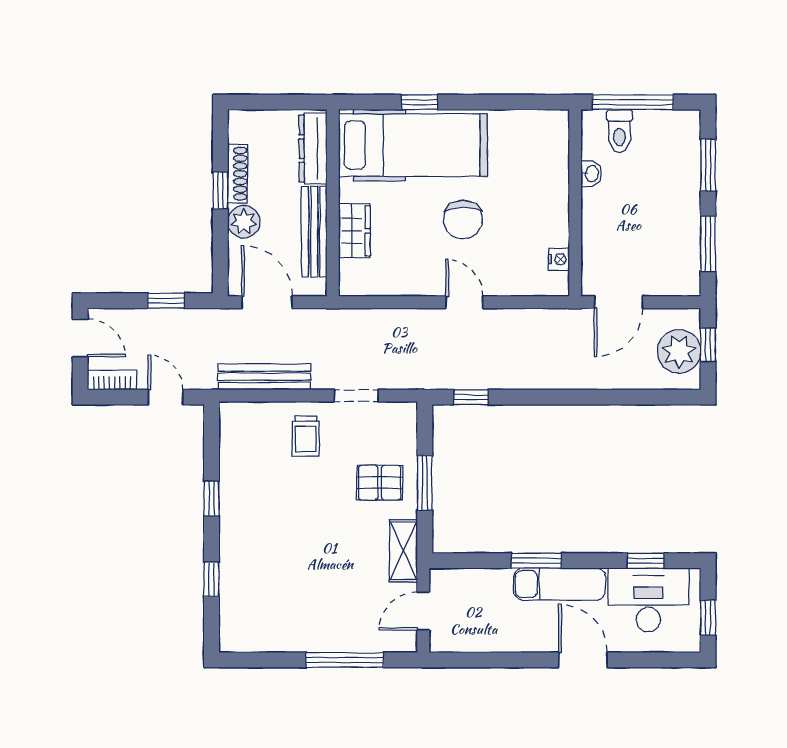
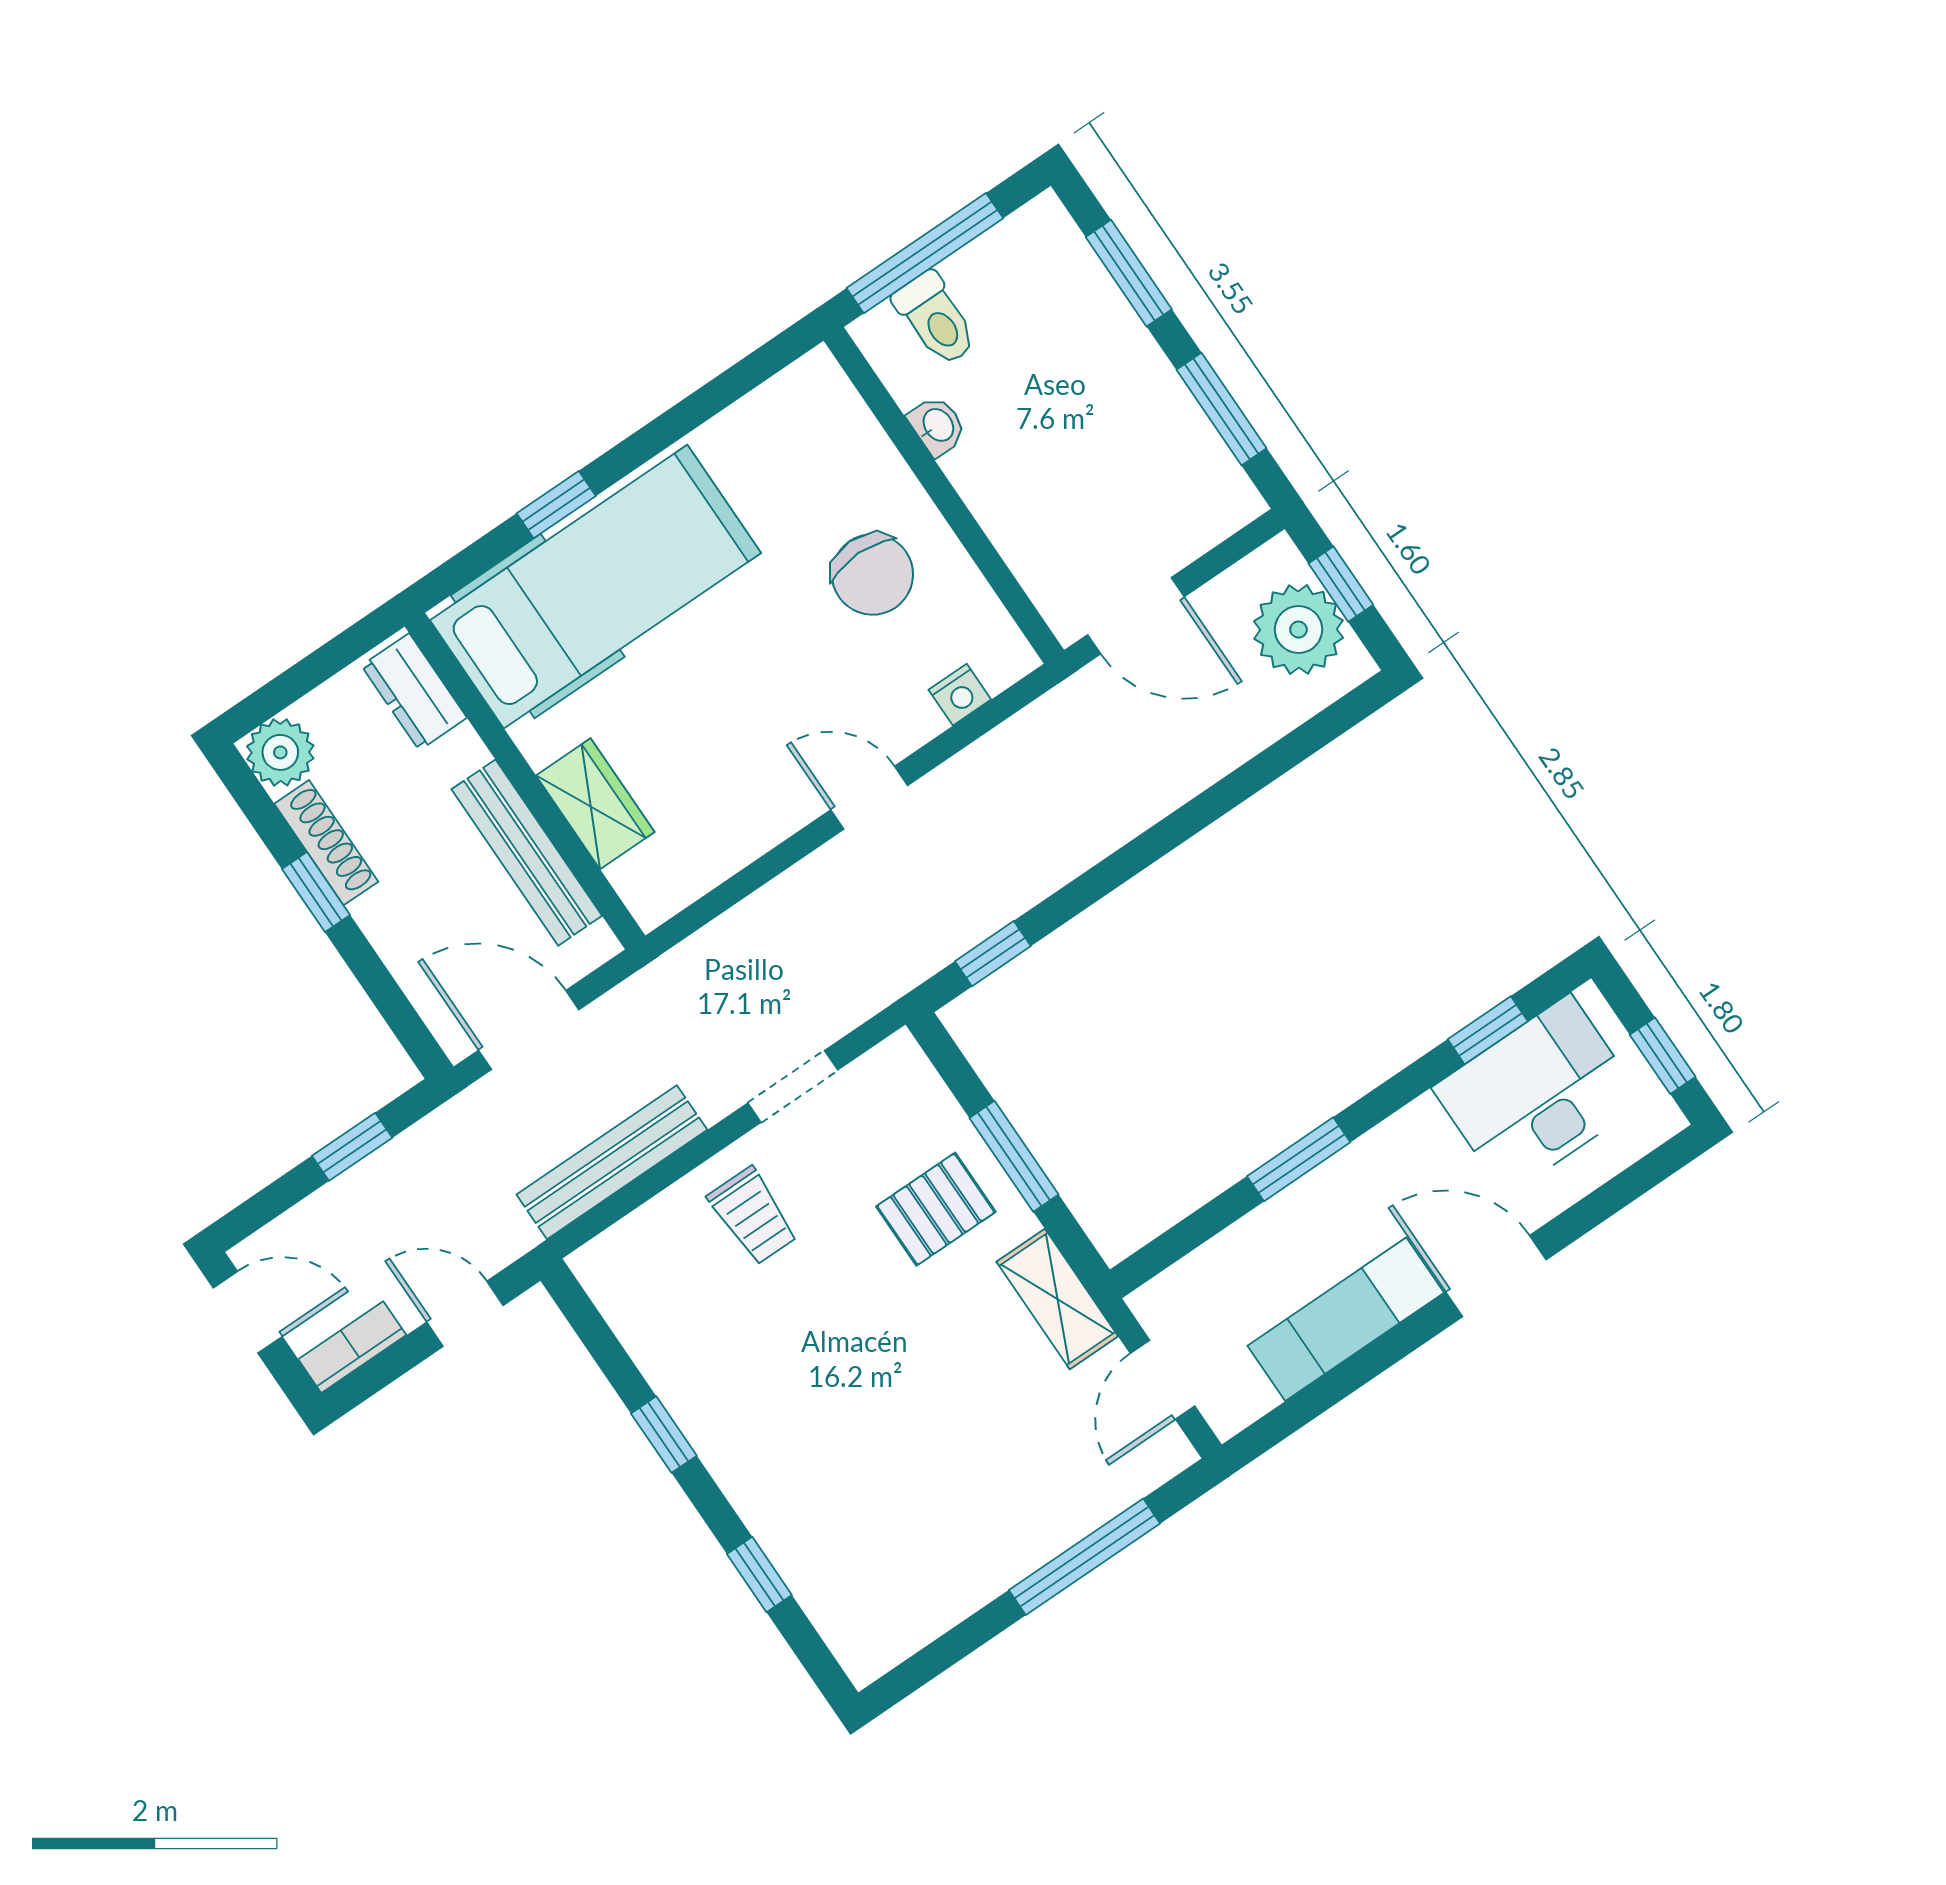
dresser: (313, 149) -> (414, 692), width x0.70
chair: (463, 220) -> (873, 574), moved
plant: (244, 222) -> (280, 752), moved
nightstand: (559, 259) -> (960, 695), moved, turned 90
door: (619, 302) -> (1136, 616), hinge flipped
exam couch: (559, 584) -> (1346, 1319), moved, turned 180

